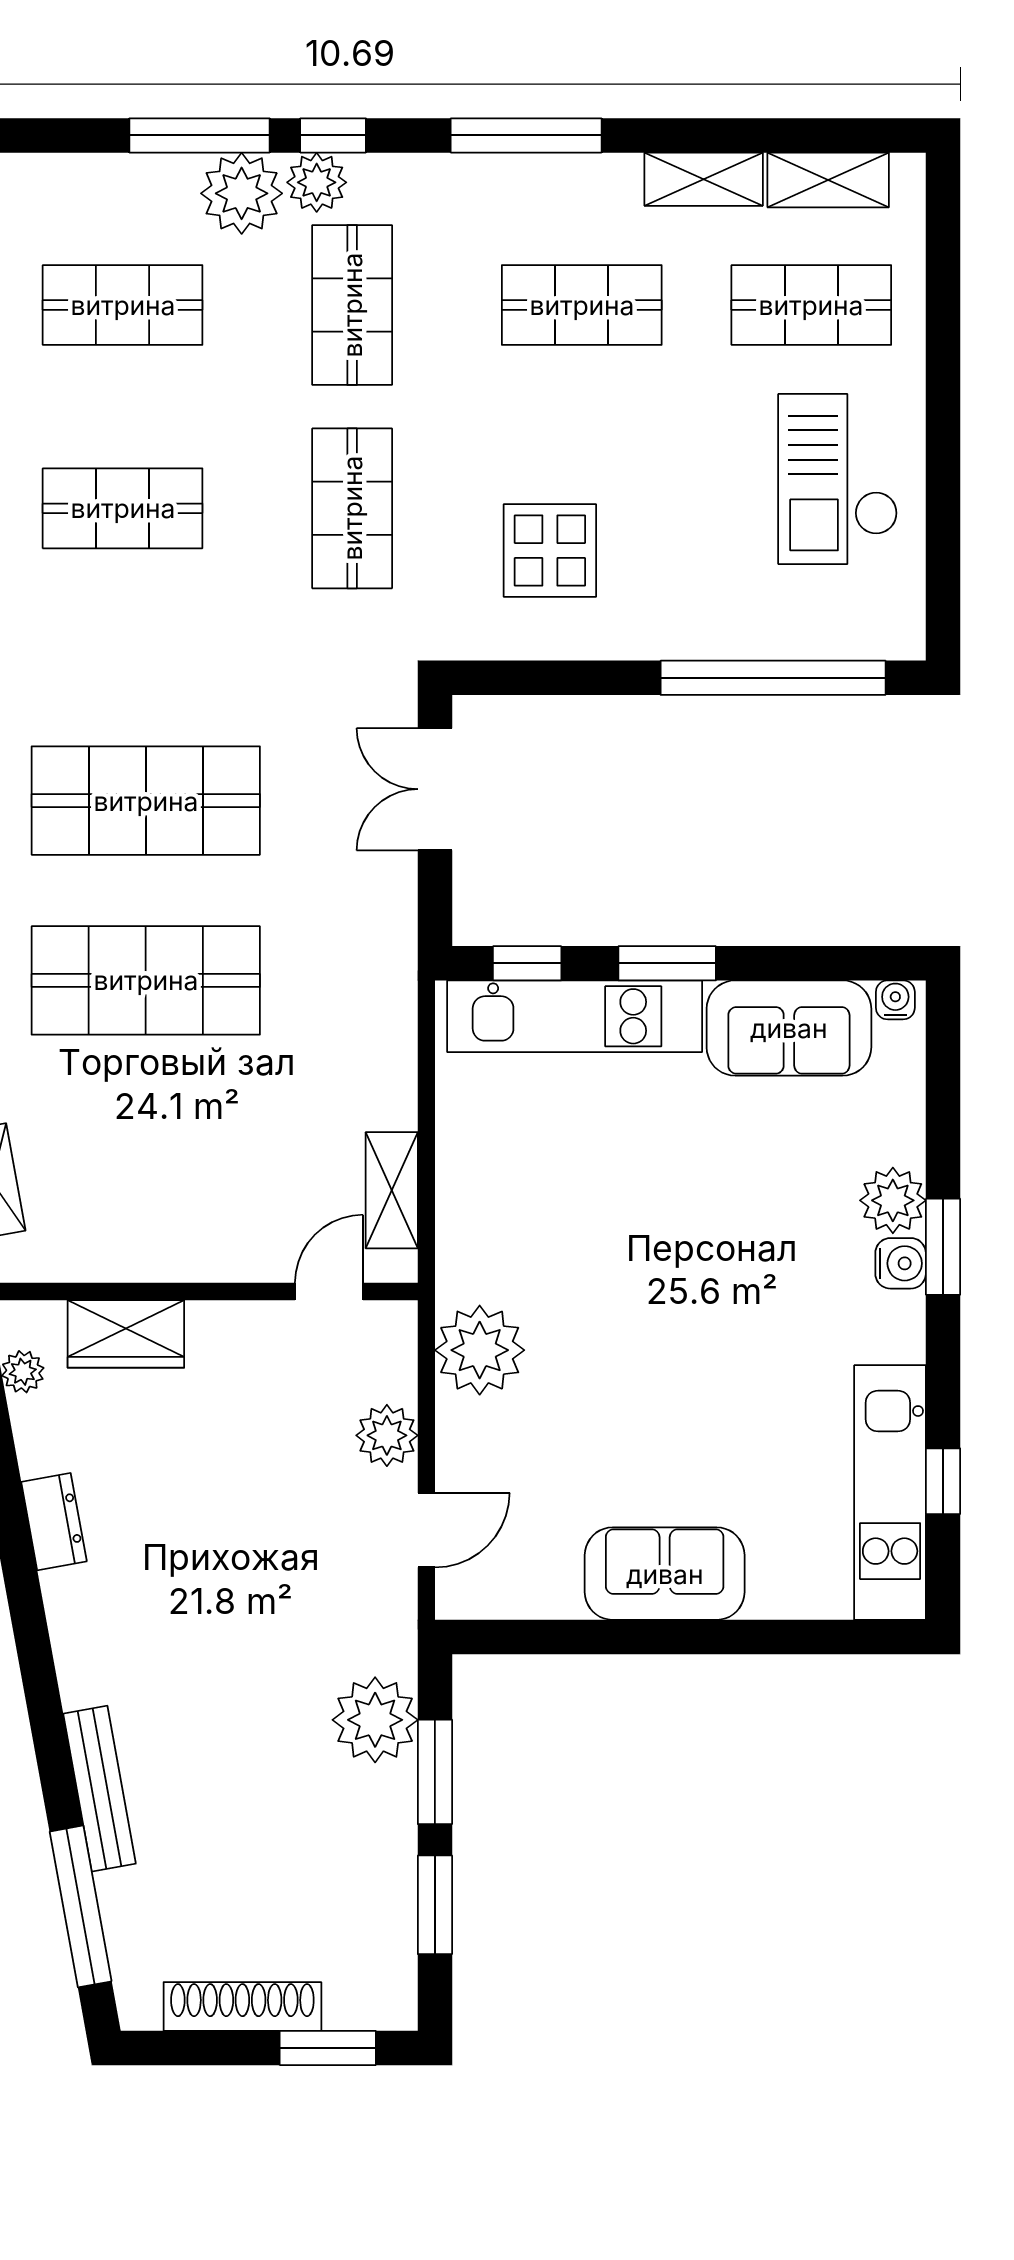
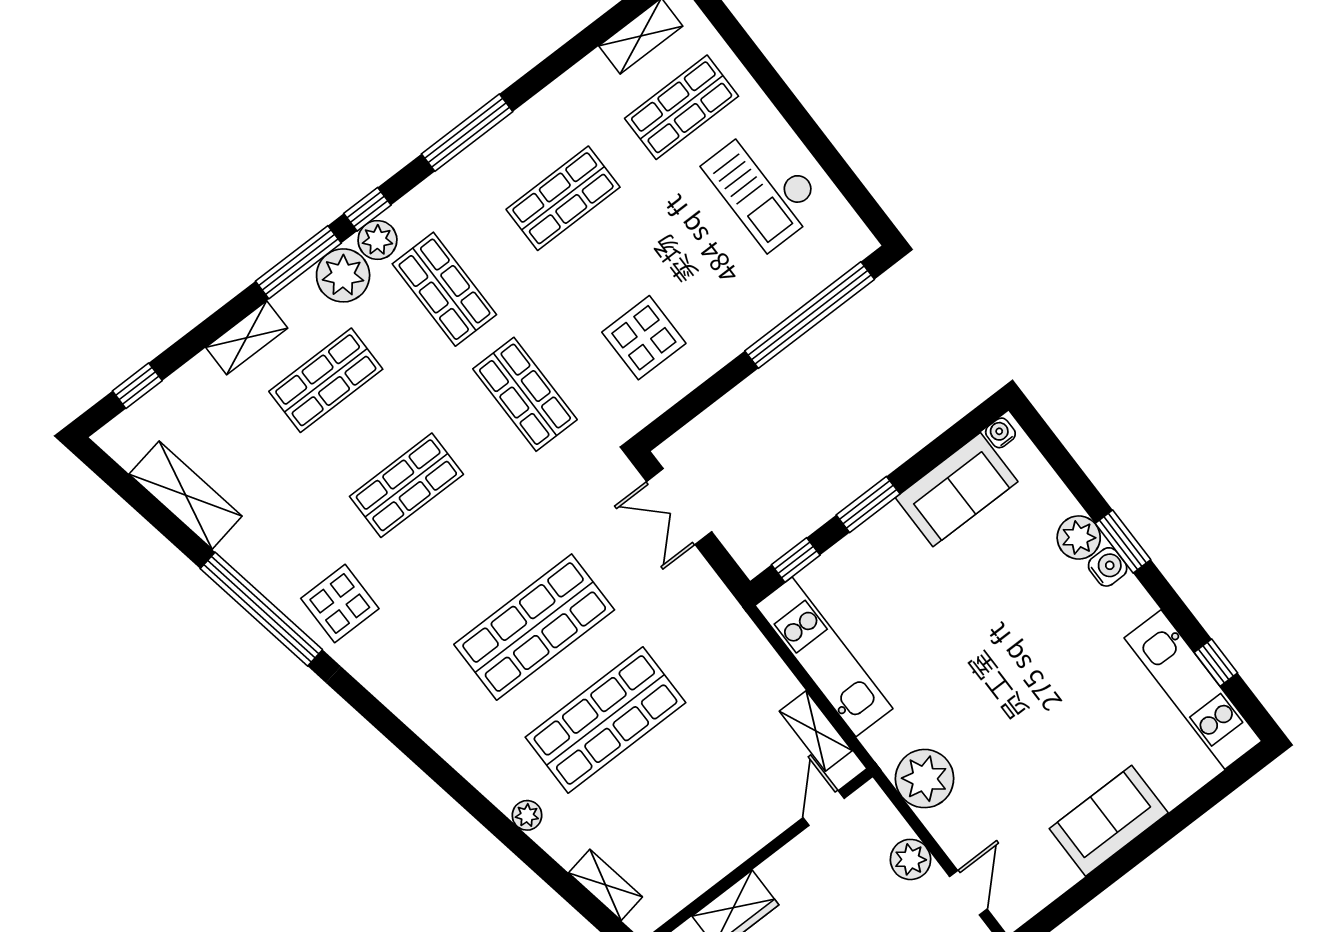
shelving: (704, 179) -> (247, 338), moved
kitchen unit: (575, 1016) -> (824, 657), moved, turned -90

